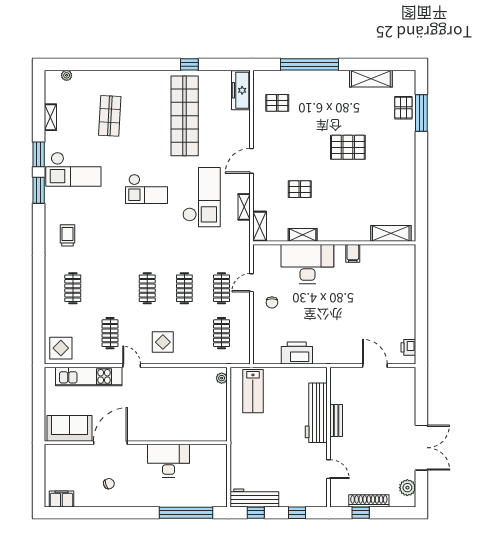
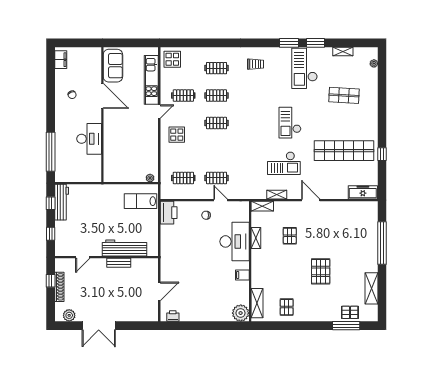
pallet: (277, 103) -> (287, 307), moved
checkout: (201, 197) -> (284, 163), width x0.73, depth x0.83
plant: (404, 256) -> (241, 313), added
clothes rail: (184, 288) -> (217, 96), moved
printer: (297, 353) -> (169, 213), moved

